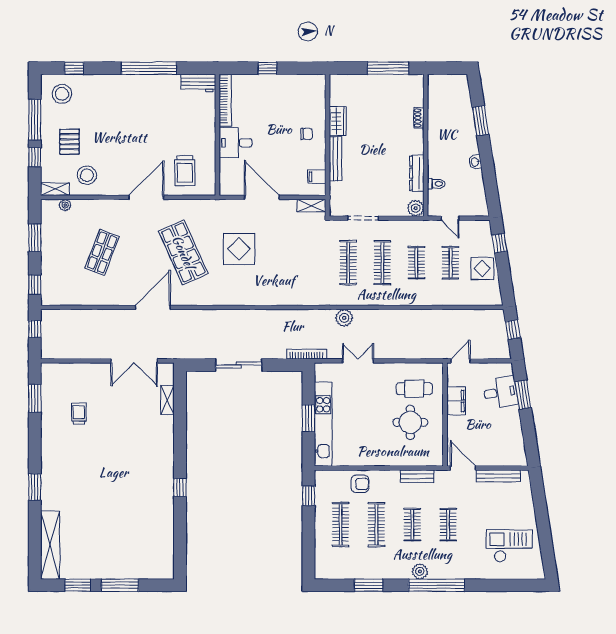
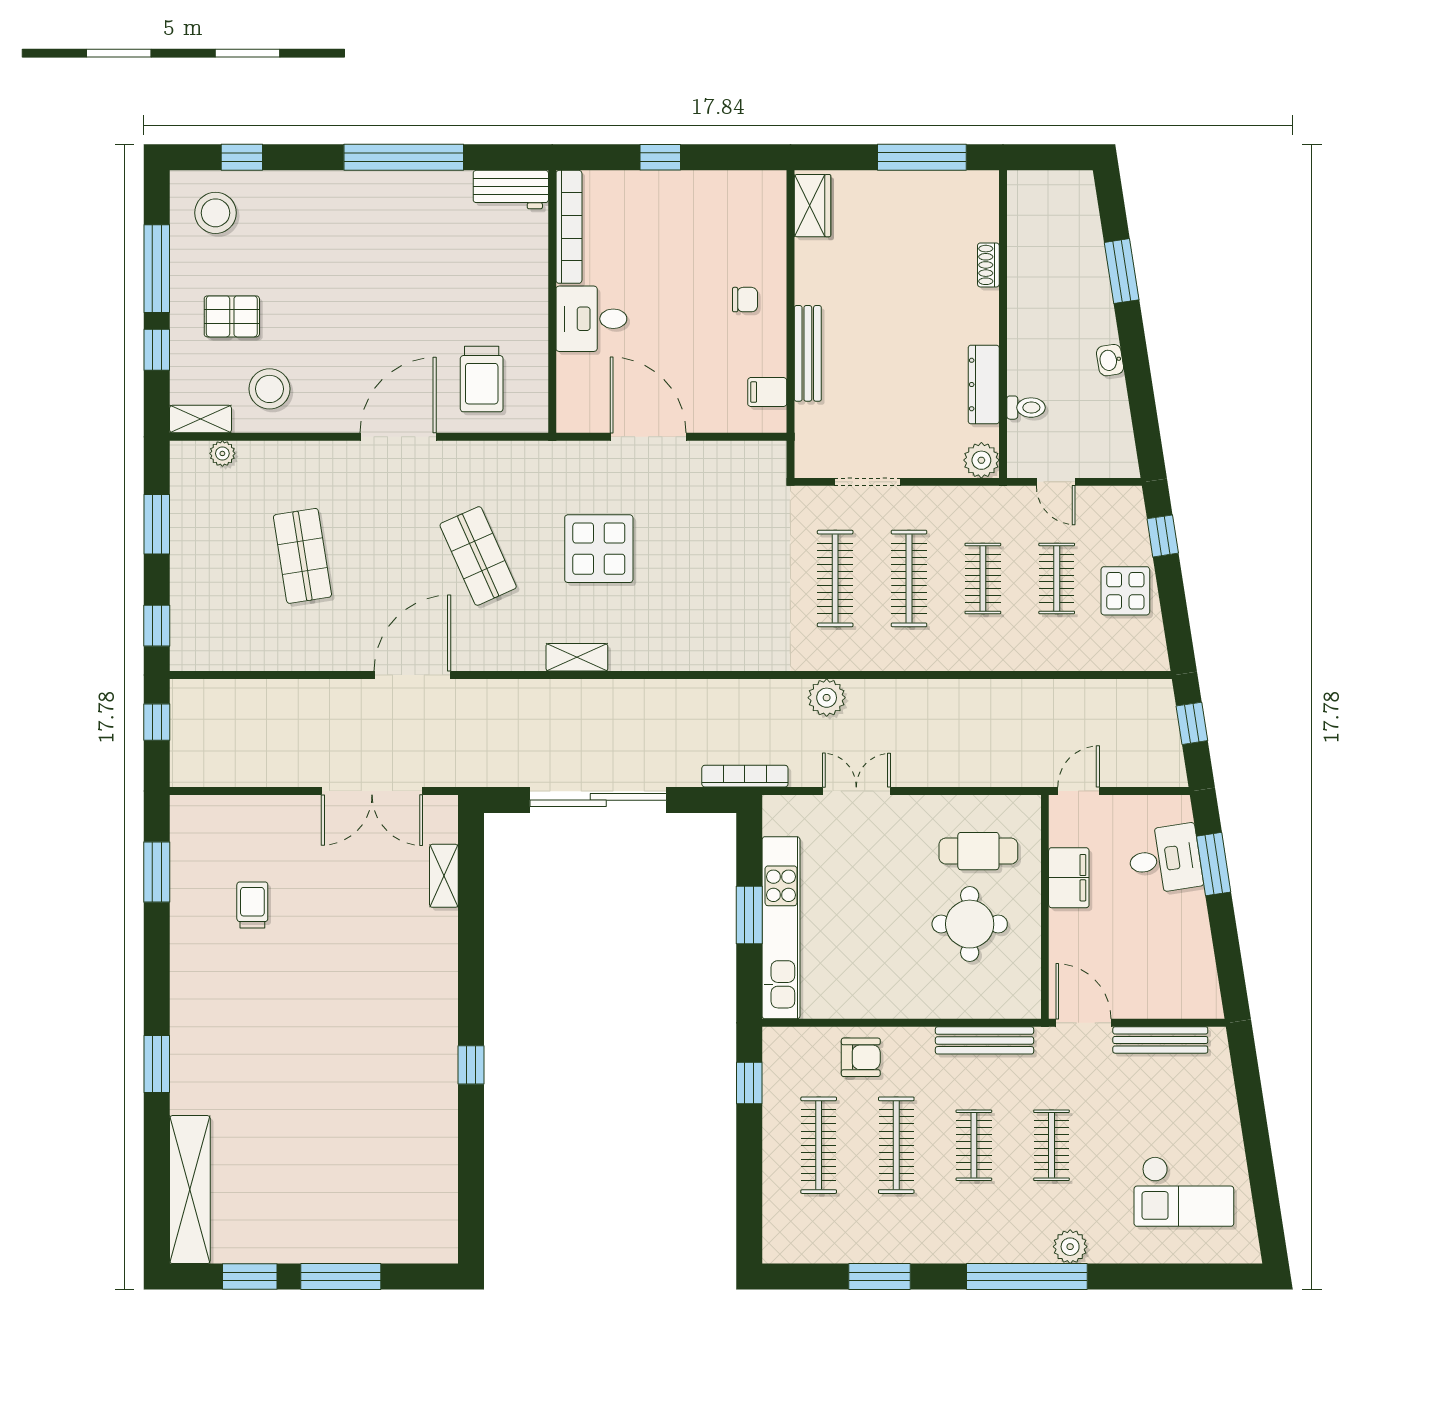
wardrobe: (338, 121) -> (813, 206), moved
pallet: (69, 142) -> (232, 316), turned 90
shelving: (311, 206) -> (577, 657), moved
shop shelf: (102, 252) -> (302, 556), turned -30
shop shelf: (183, 252) -> (478, 556), width x0.70, depth x0.74
sliding door: (239, 365) -> (598, 800), width x1.36
bench: (417, 476) -> (985, 1040), width x1.36
checkout: (509, 546) -> (1184, 1191), turned 180
plant: (420, 571) -> (1070, 1247), moved

